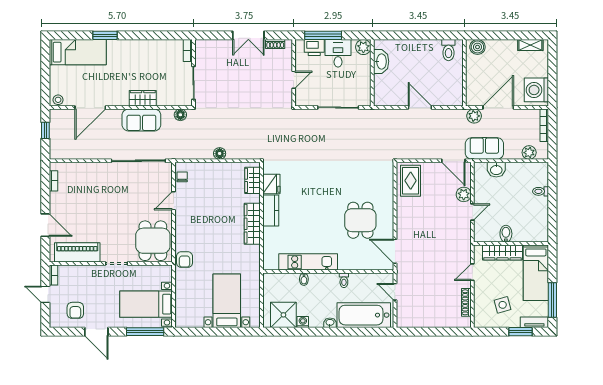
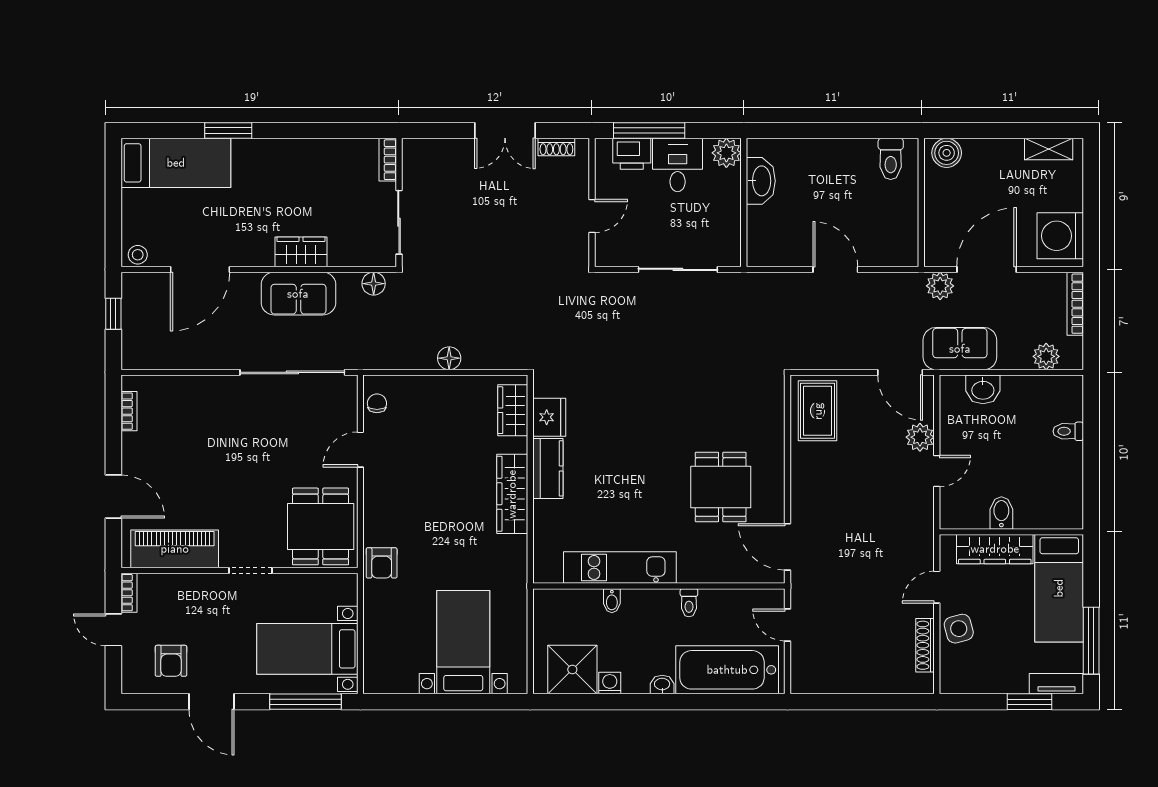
side table: (503, 305) -> (959, 629), moved

